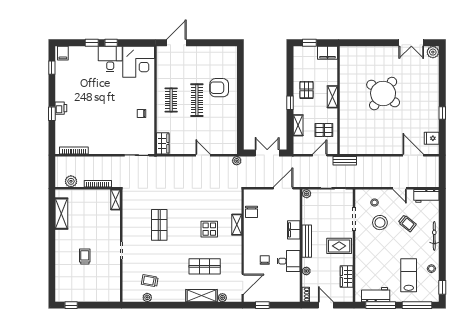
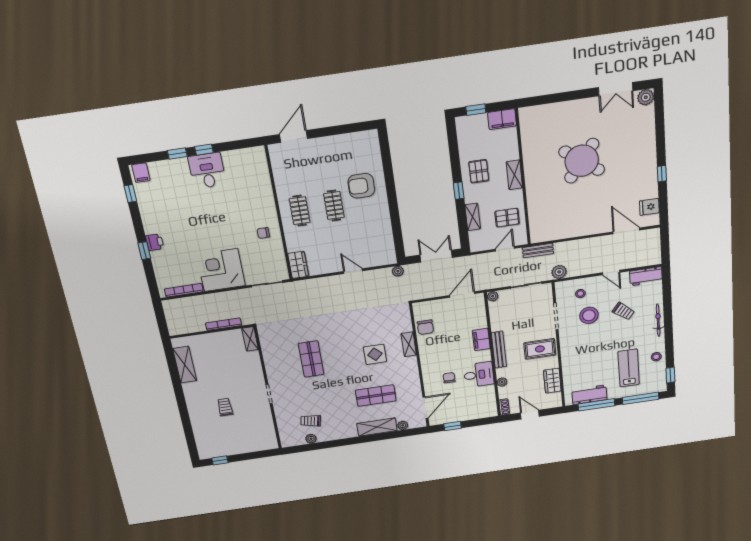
corner desk: (139, 62) -> (221, 270), moved, turned 180
clothes rail: (197, 100) -> (334, 206), width x0.73
plant: (71, 181) -> (559, 272), moved

